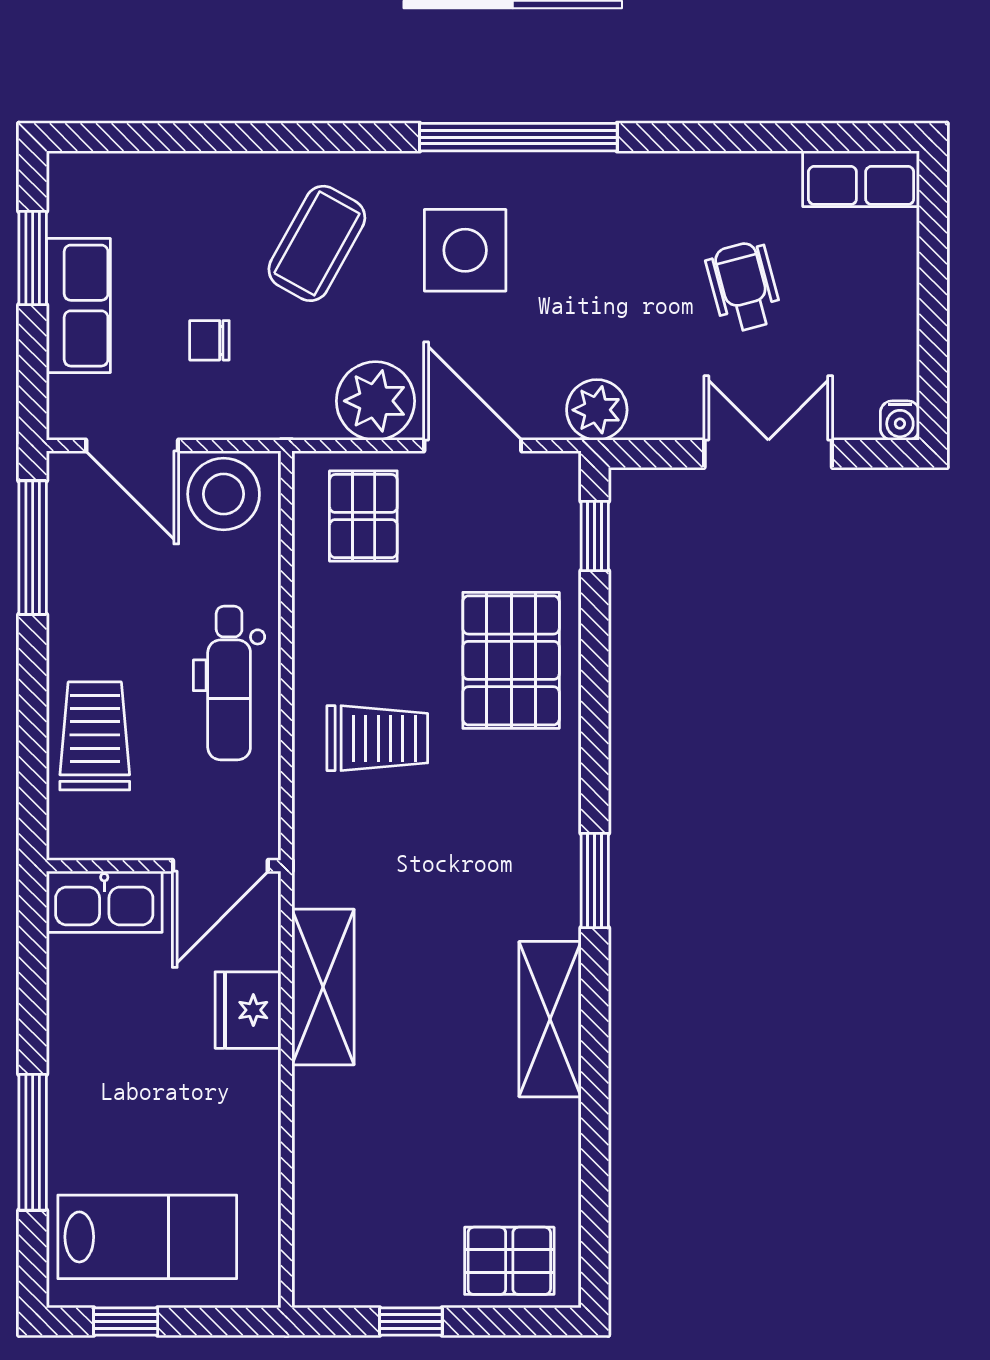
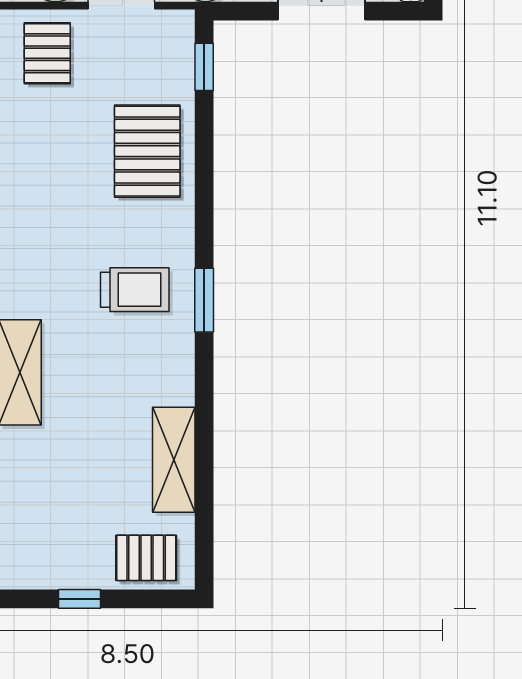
trolley: (377, 738) -> (135, 290), moved
shelving: (550, 1019) -> (174, 460), moved

